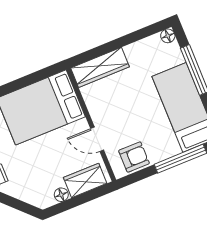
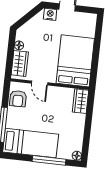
wardrobe: (100, 67) -> (81, 101), width x0.67
door: (97, 139) -> (40, 83), swing flipped

